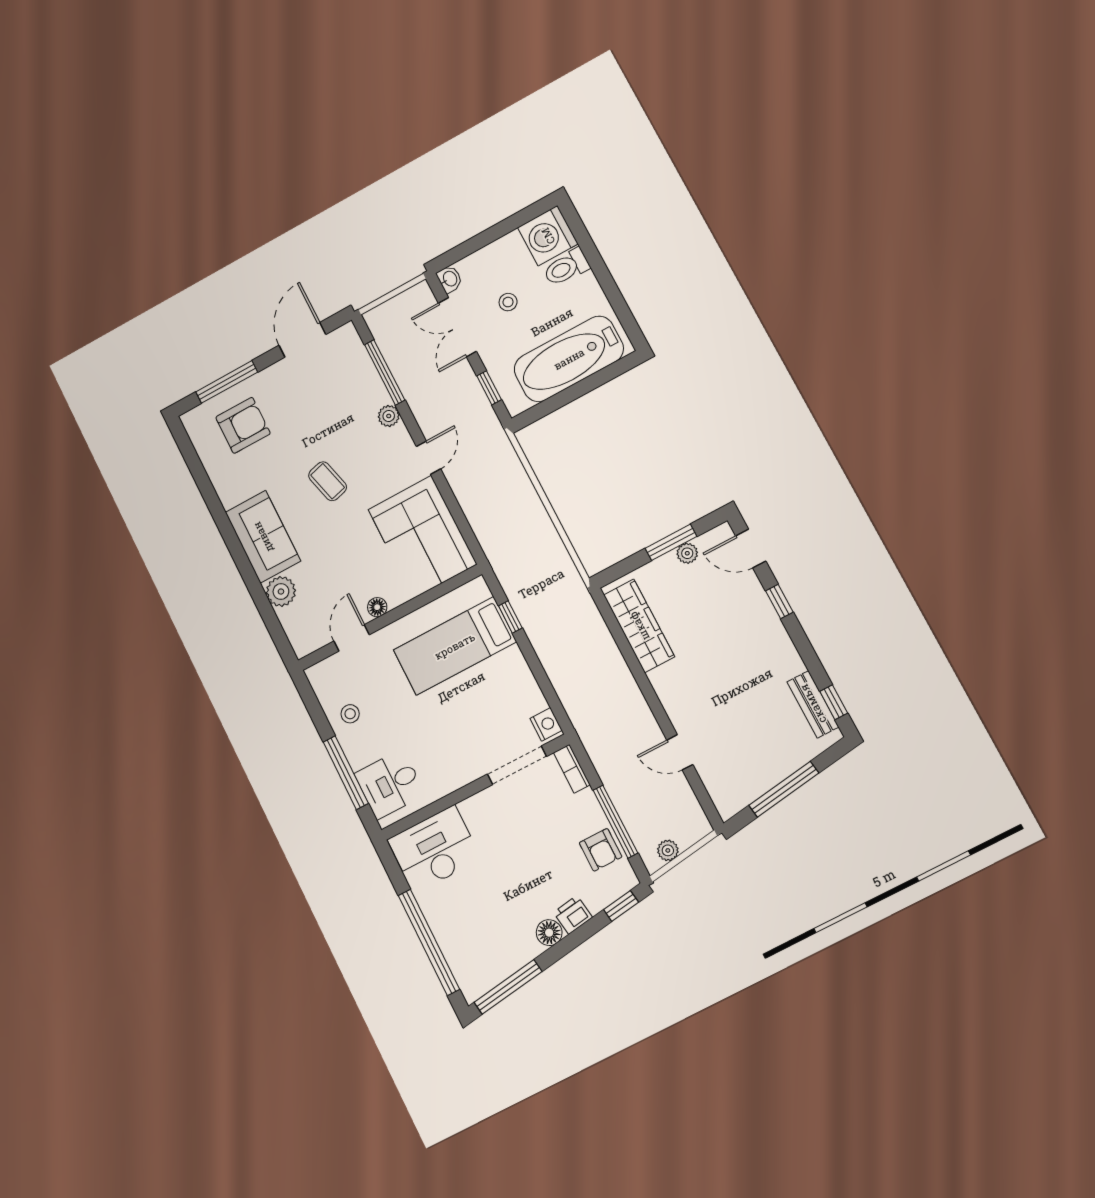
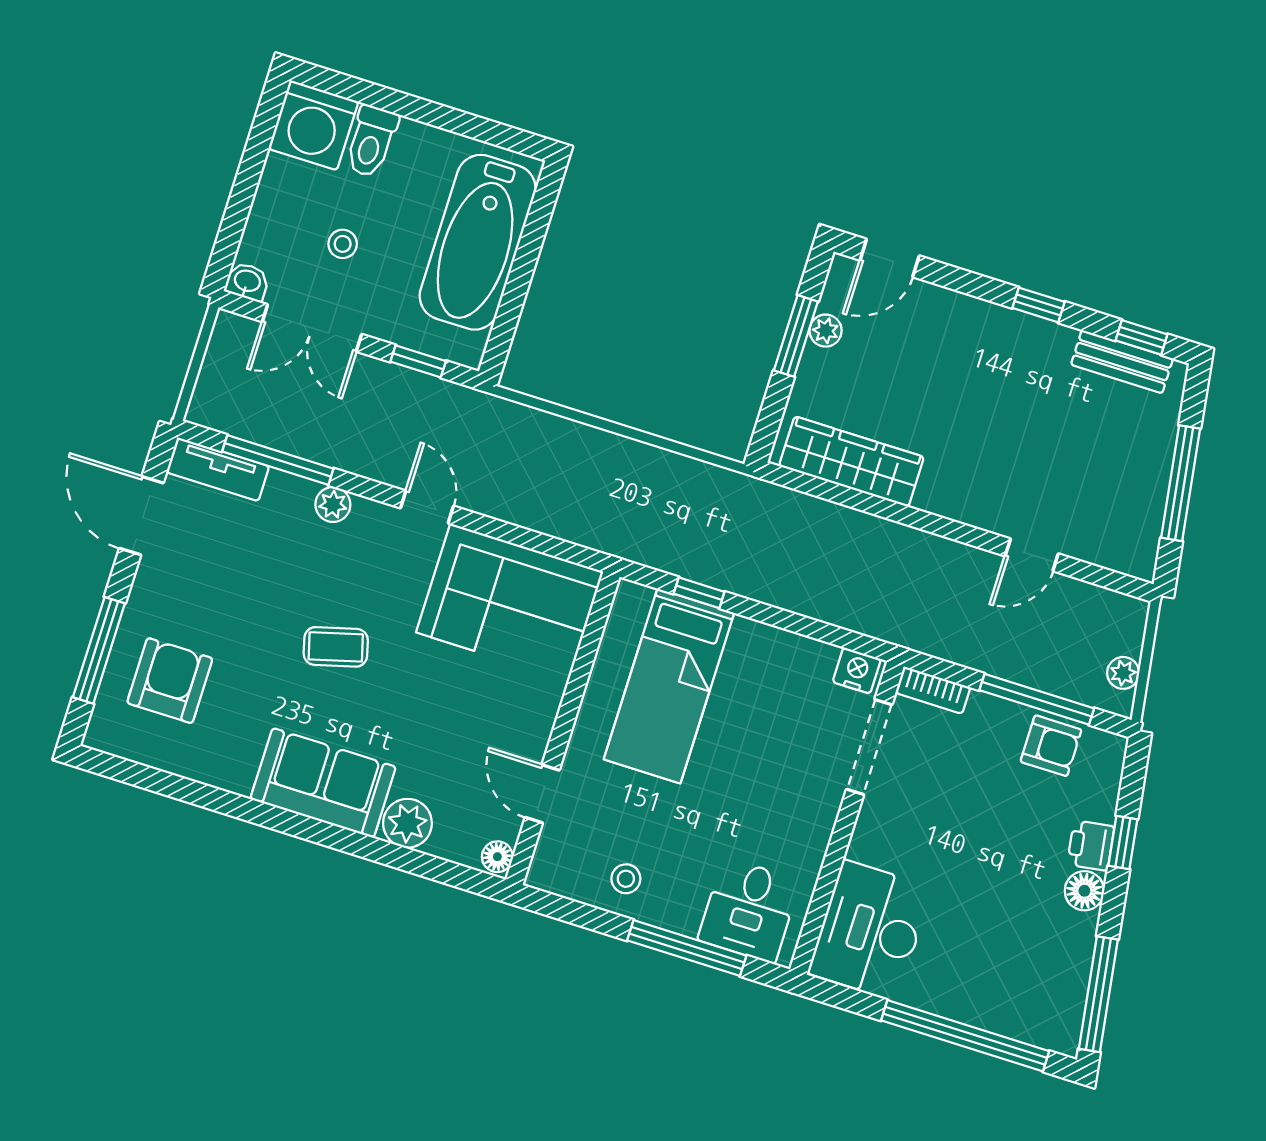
tv unit: (355, 351) -> (218, 469), added
window: (779, 601) -> (1039, 305), moved
floor lamp: (377, 607) -> (497, 857), moved
window: (621, 906) -> (1123, 842), moved

